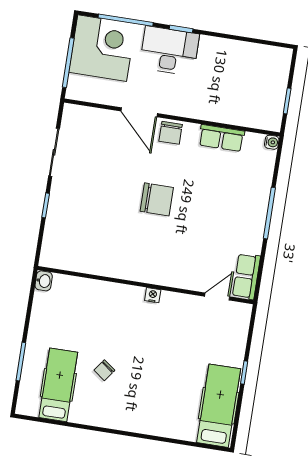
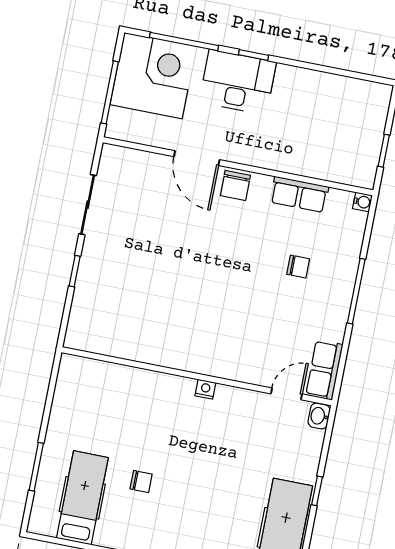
chair: (157, 199) -> (298, 267), moved, width x0.54, depth x0.54
washbasin: (44, 281) -> (319, 416), moved, turned 180
chair: (104, 370) -> (141, 482), turned -126

